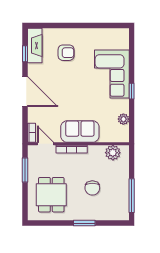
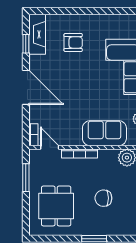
sofa: (80, 132) -> (104, 133), moved
chair: (92, 188) -> (103, 198), turned 90

